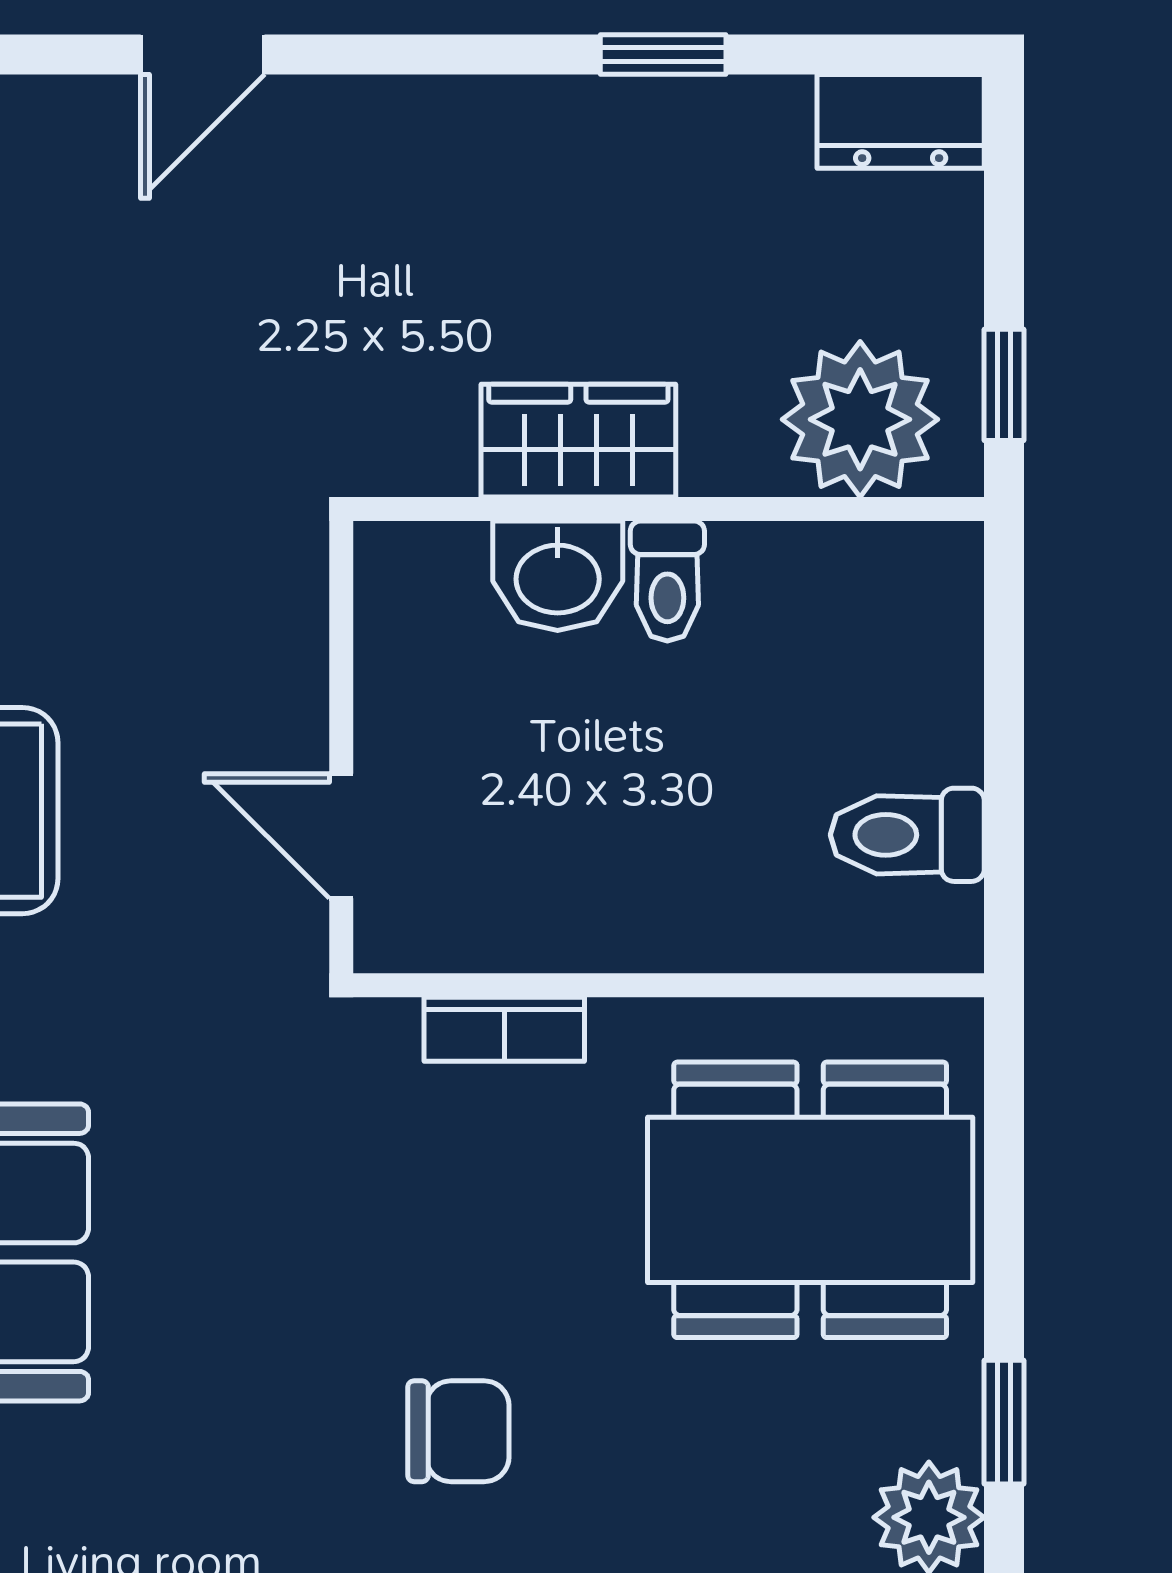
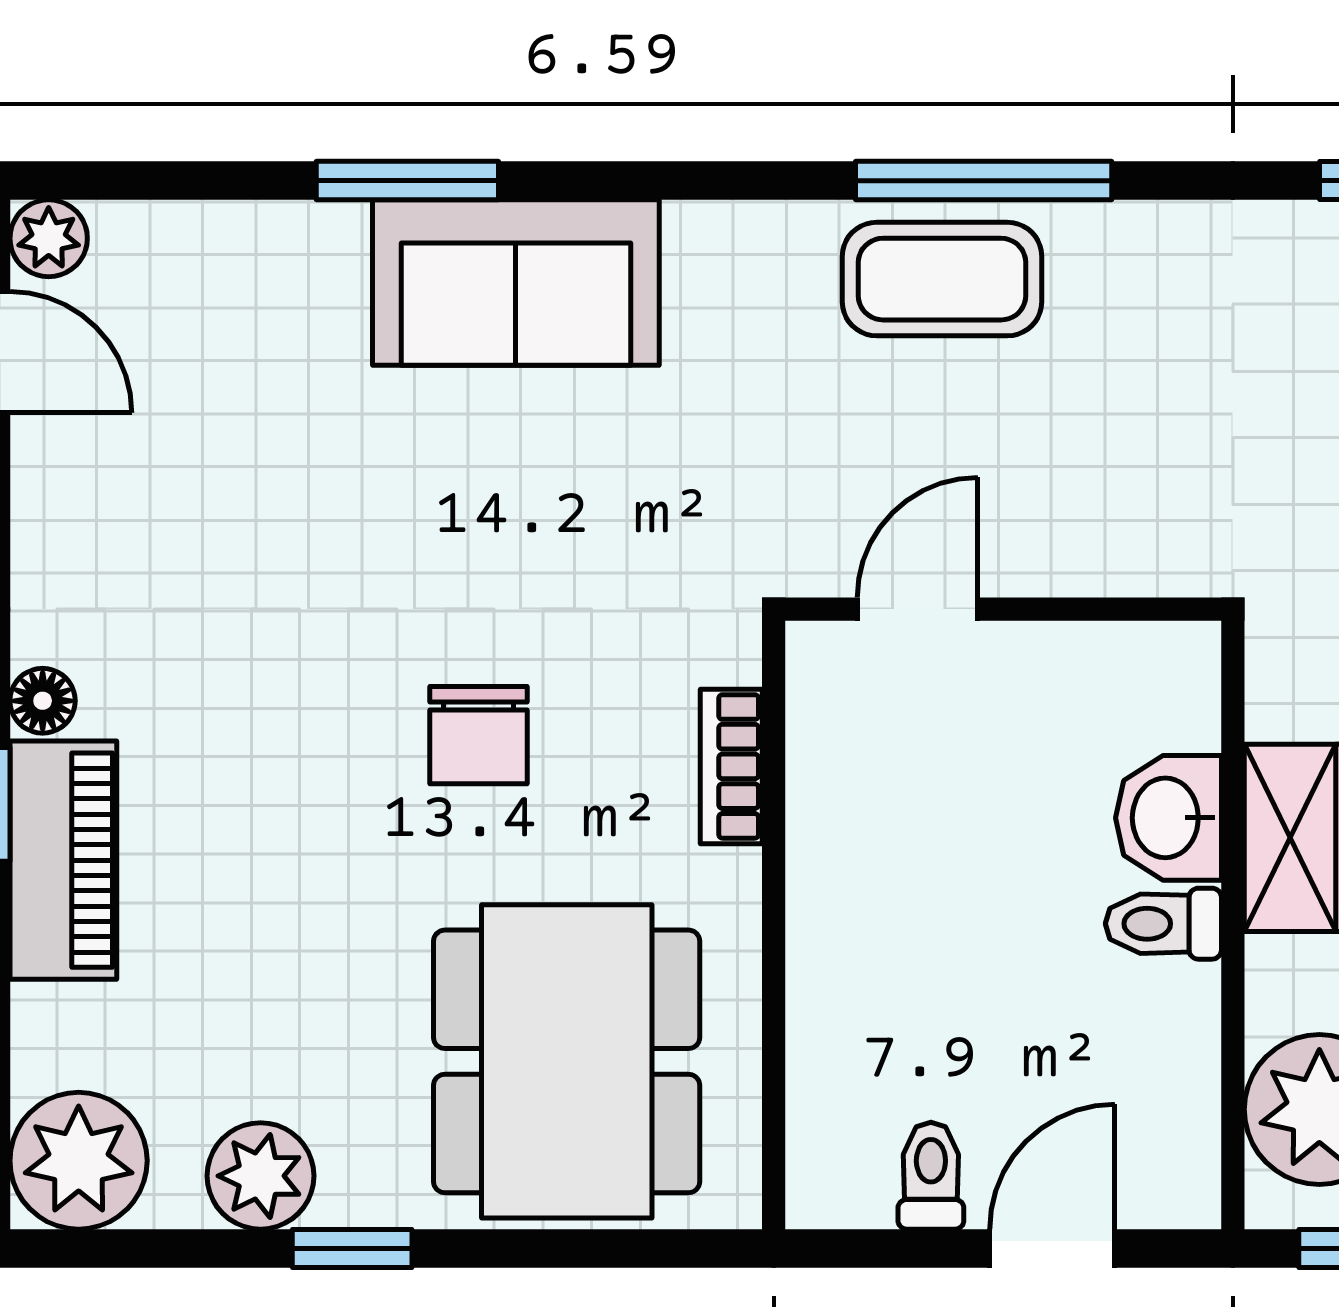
door: (1004, 696) -> (1052, 1248), added
toilet: (907, 835) -> (931, 1176), width x0.73, depth x0.72
chair: (458, 1431) -> (478, 735), moved

